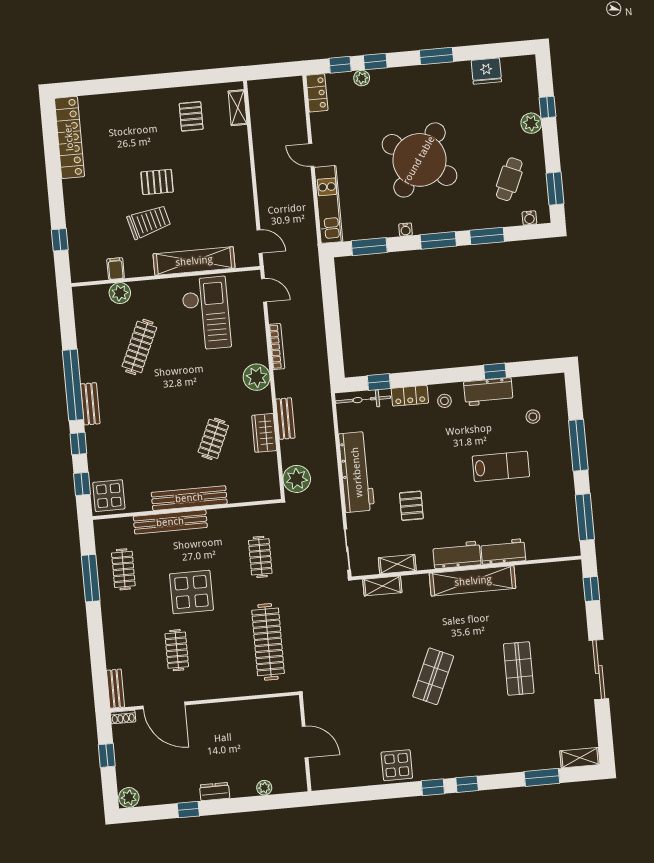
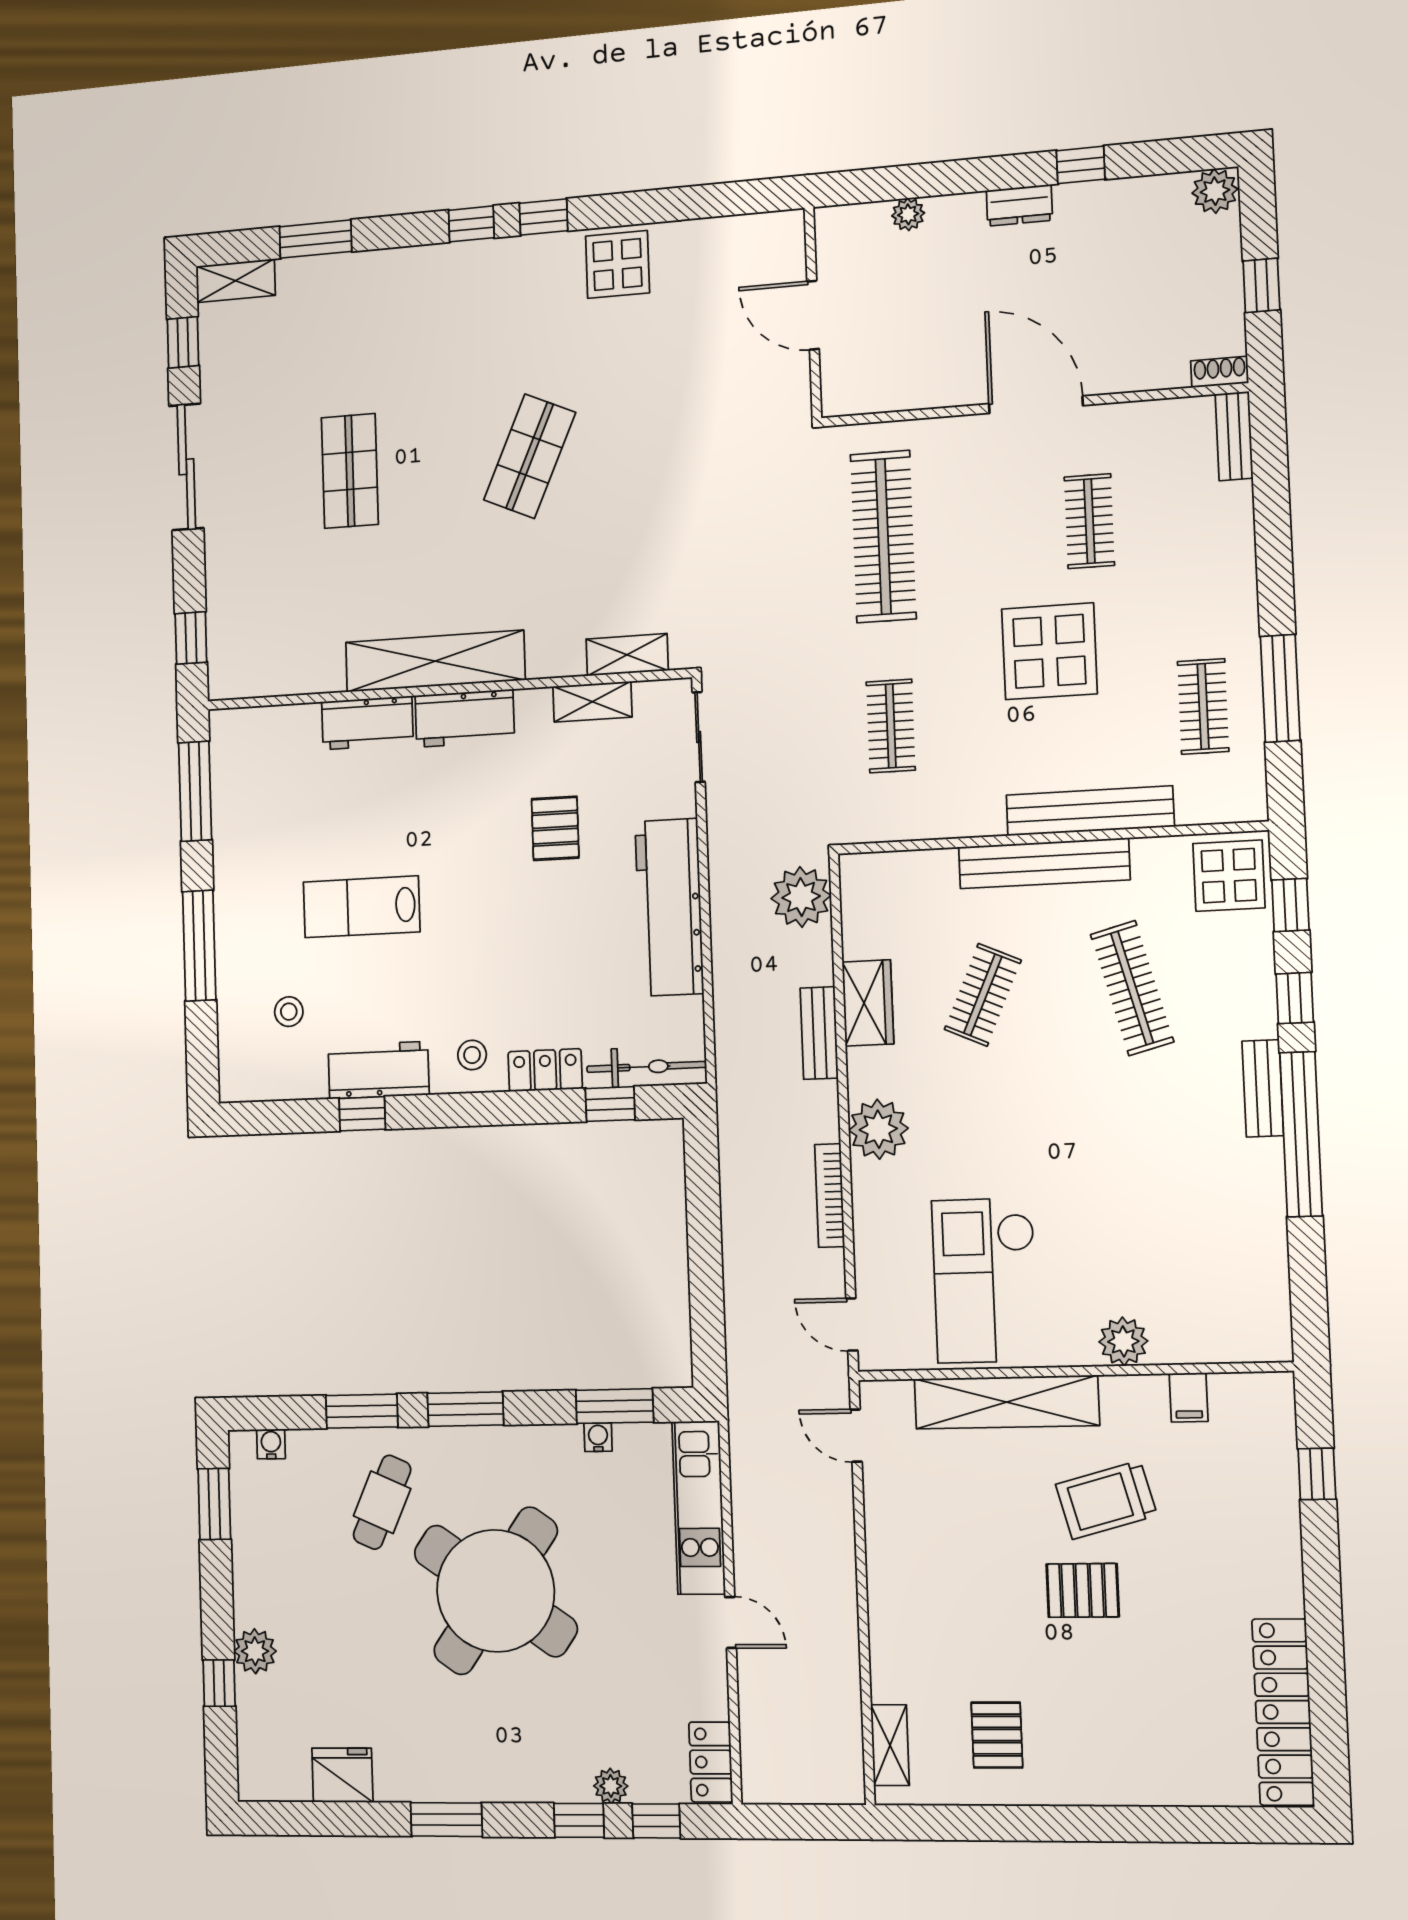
cafe table: (509, 179) -> (382, 1502), moved
water cooler: (406, 230) -> (598, 1437), moved
plant: (120, 293) -> (1123, 1341), moved
clothes rail: (139, 347) -> (1132, 988), moved, turned -39
door: (164, 705) -> (1036, 405), moved
window: (604, 728) -> (183, 342), added

